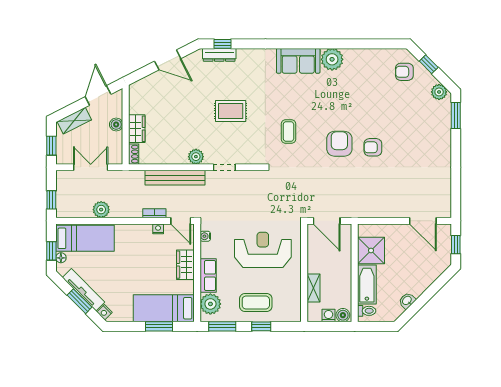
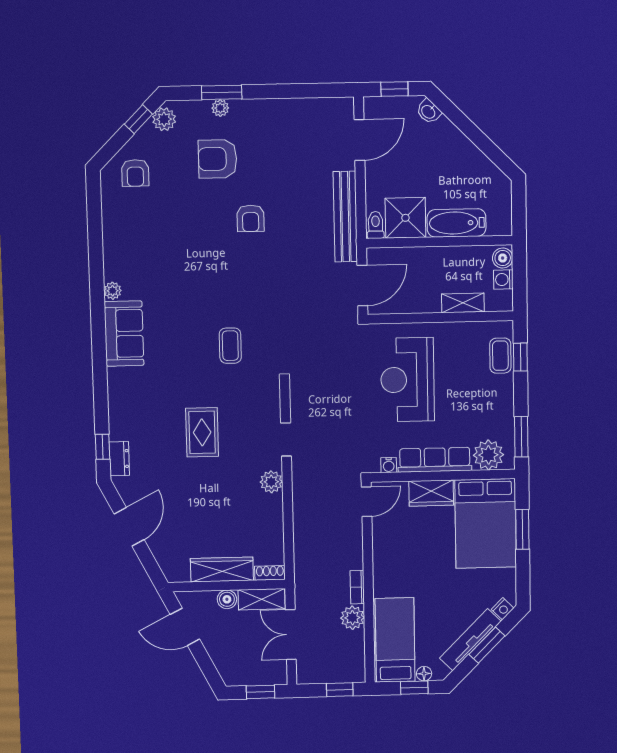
dresser: (219, 55) -> (119, 459), width x0.70
plant: (332, 59) -> (113, 291), width x0.53, depth x0.53
window: (429, 64) -> (138, 119), moved
window: (456, 116) -> (222, 92), moved
shelving: (74, 121) -> (262, 599), moved, turned -63
wardrobe: (137, 129) -> (222, 569), width x1.50
plant: (446, 129) -> (220, 108), added
coffee table: (288, 132) -> (230, 346), turned 90
armchair: (339, 144) -> (218, 159), moved
bench: (175, 178) -> (345, 217), moved
bookcase: (154, 213) -> (357, 587), moved
nightstand: (158, 229) -> (379, 534), removed
row of seats: (208, 276) -> (435, 460), width x1.48
washbasin: (407, 301) -> (429, 111), moved
coffee table: (256, 302) -> (500, 356), moved, width x0.73, depth x0.77
bed: (164, 308) -> (486, 523), width x1.50
toilet: (367, 311) -> (376, 225), moved
window: (261, 326) -> (520, 357), moved

